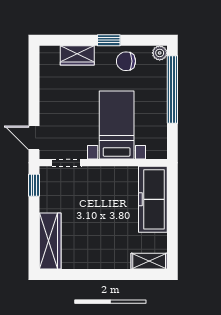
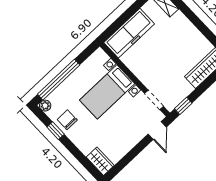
window: (109, 40) -> (56, 131), moved
wardrobe: (77, 55) -> (100, 161), moved
chair: (126, 61) -> (67, 120), turned 180

